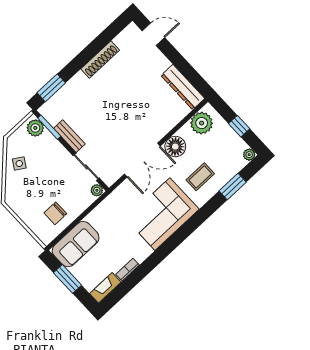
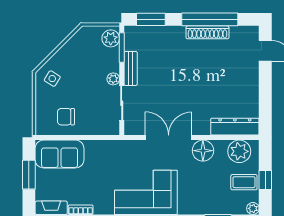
window: (93, 49) -> (210, 19), added
dresser: (183, 87) -> (235, 127), moved, turned 90
double door: (142, 160) -> (169, 138), swing flipped
side table: (19, 164) -> (52, 79), moved
coffee table: (200, 177) -> (244, 182), moved
plant: (97, 190) -> (113, 79), moved

